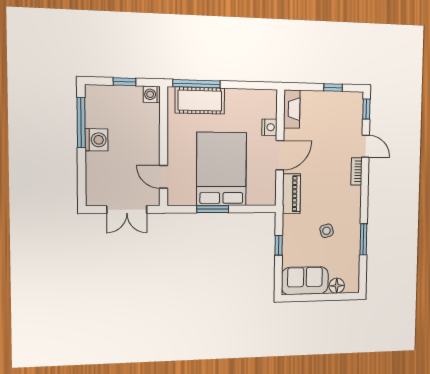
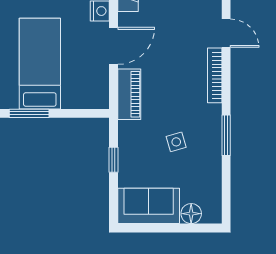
bed: (222, 169) -> (40, 64), width x0.67
bookcase: (357, 171) -> (215, 75), width x1.56
window: (363, 239) -> (226, 135), moved

